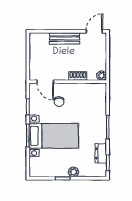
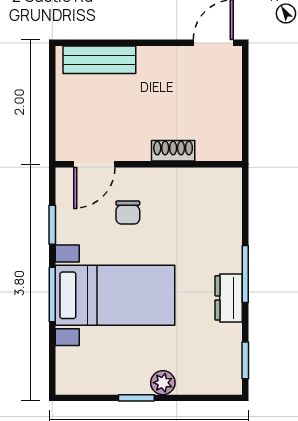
bench: (65, 38) -> (99, 60), moved
plant: (102, 76) -> (231, 150), removed
door: (45, 82) -> (94, 164), hinge flipped
dresser: (101, 153) -> (229, 298), moved

